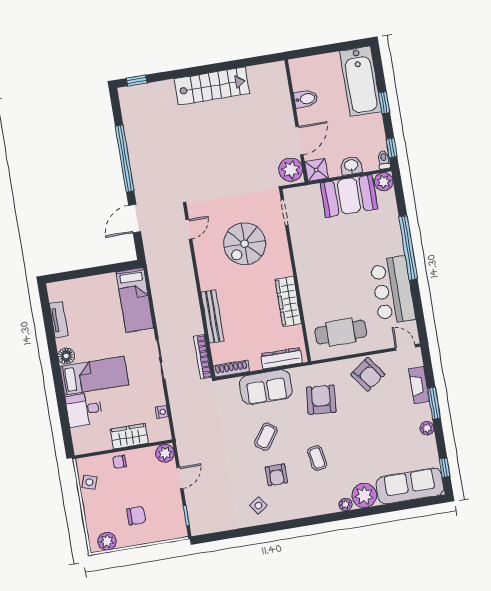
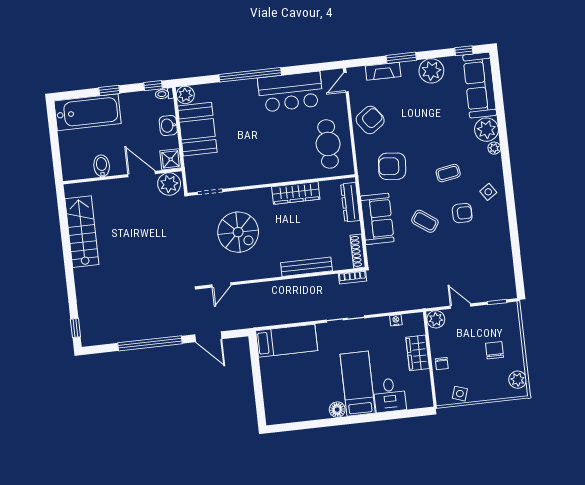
stairs: (212, 86) -> (82, 232), moved
door: (189, 229) -> (221, 285), swing flipped
tv unit: (59, 320) -> (302, 415), removed
bookcase: (203, 357) -> (352, 277), width x0.64
plant: (427, 428) -> (431, 71), width x1.88, depth x1.88
side table: (258, 506) -> (488, 192), moved

